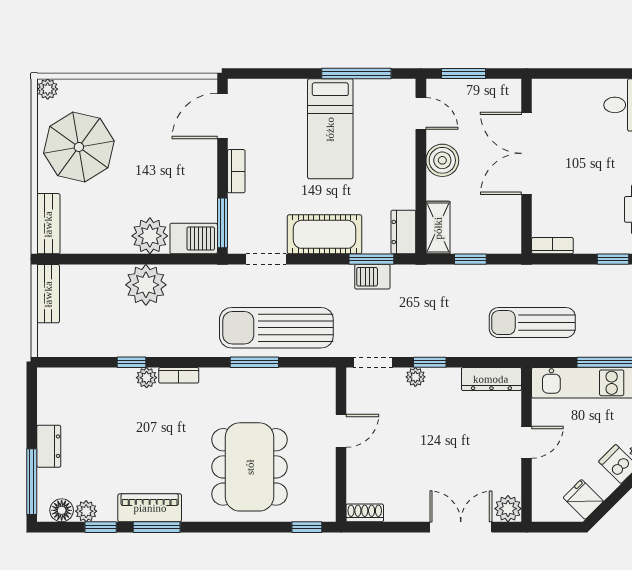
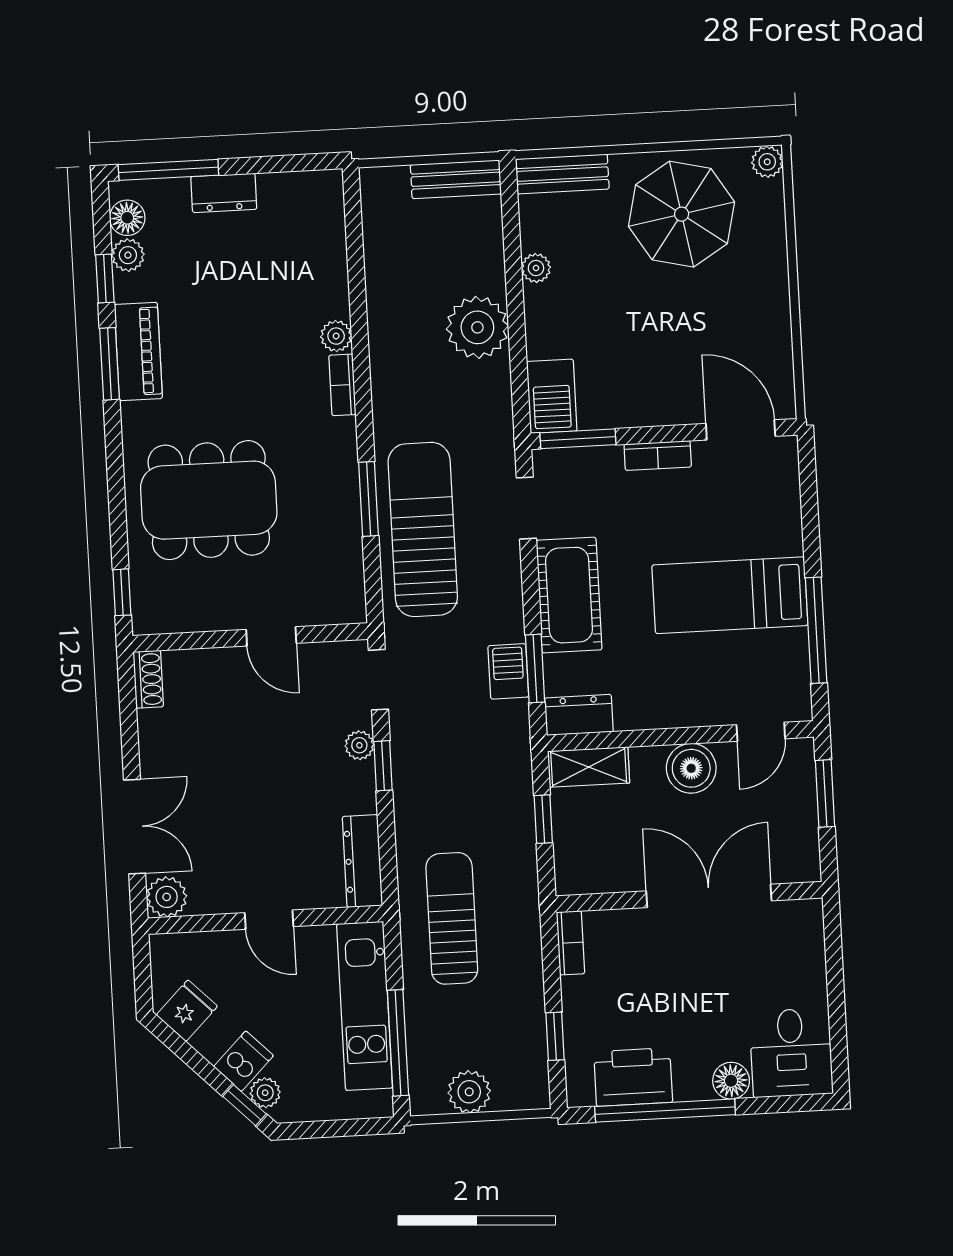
plant: (150, 236) -> (536, 268), moved, width x0.53, depth x0.53
window: (131, 362) -> (358, 312), removed

